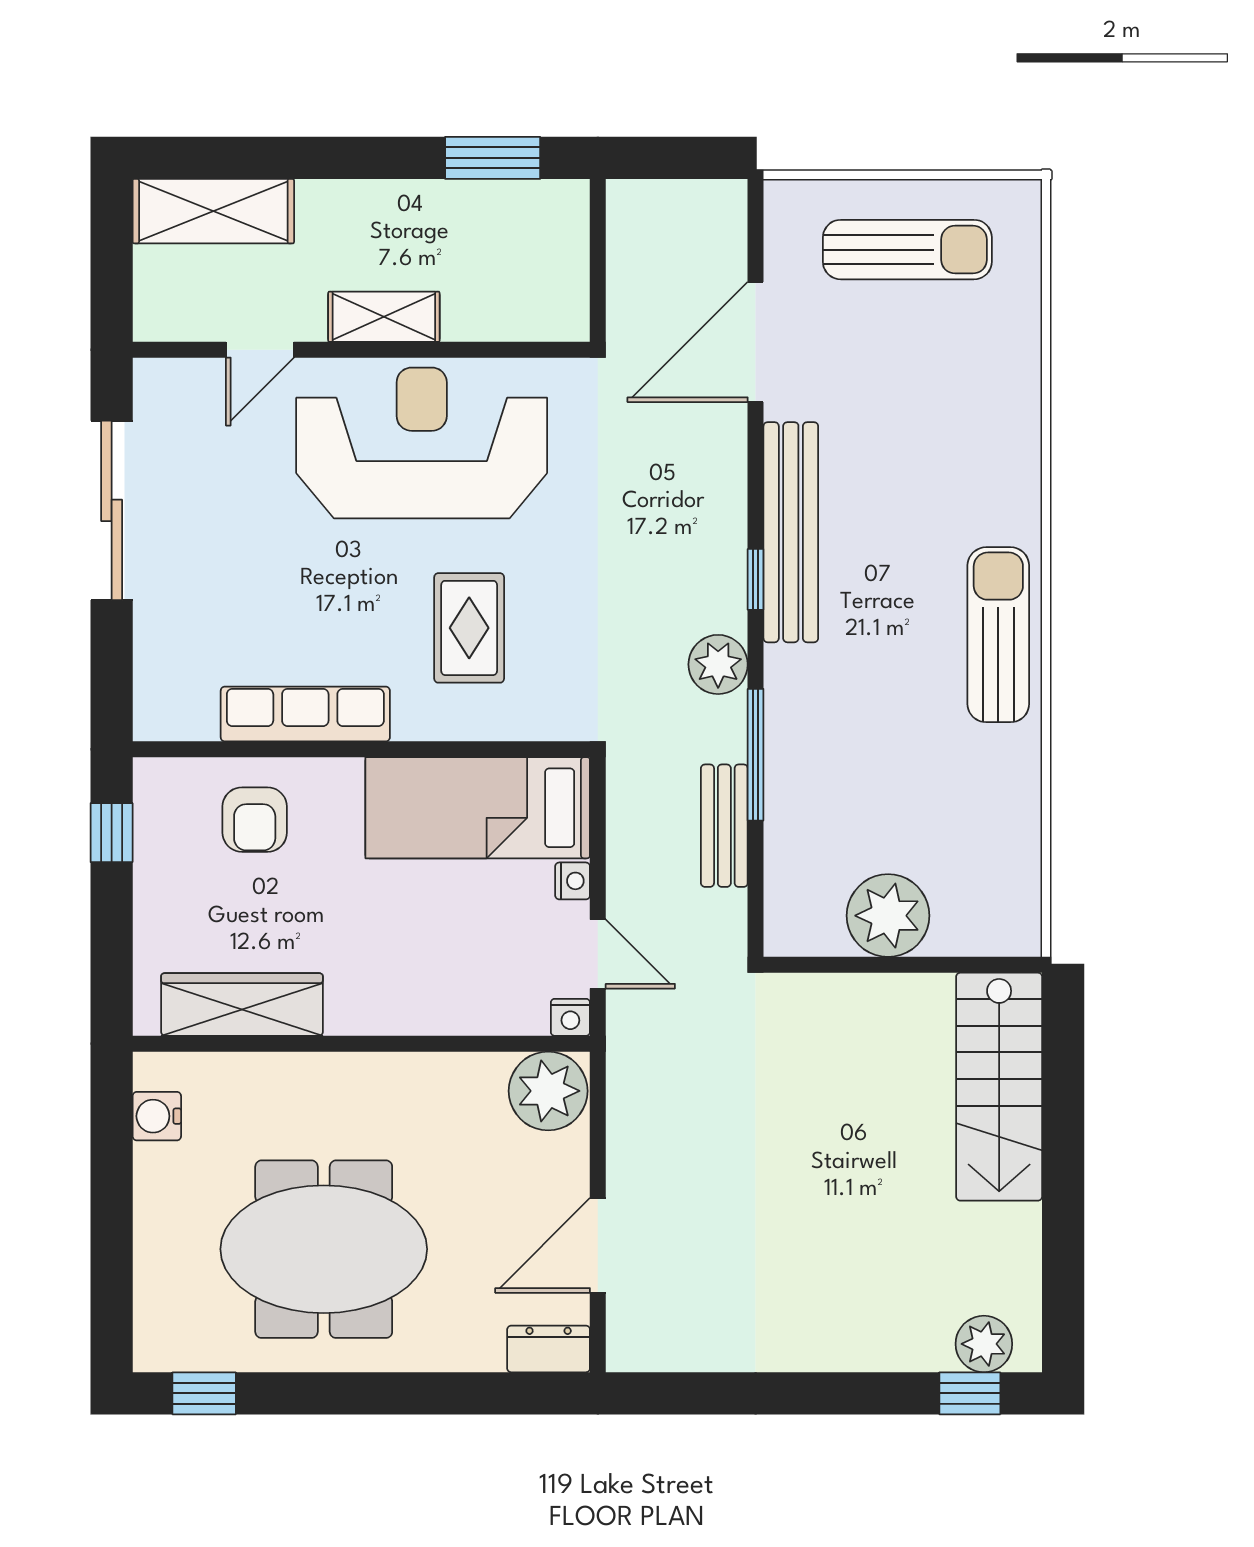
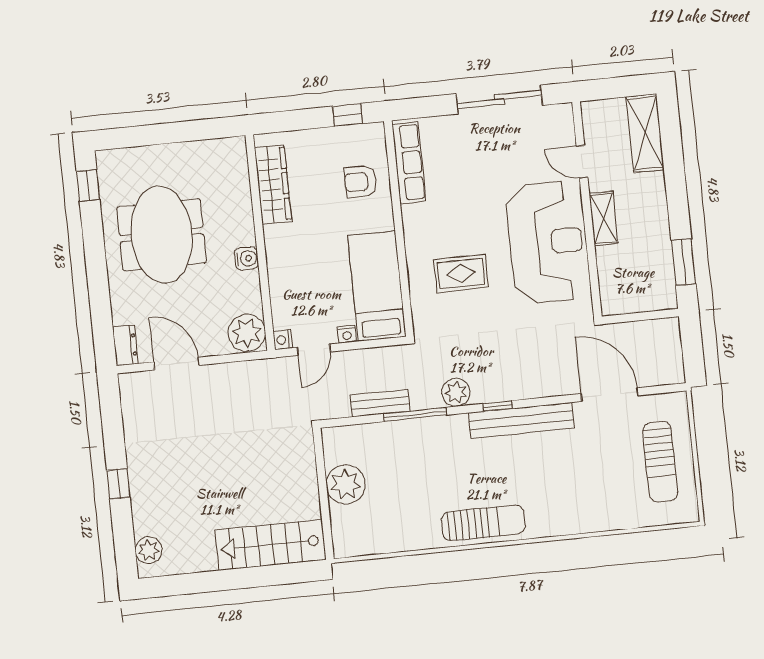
row of seats: (305, 714) -> (409, 163), moved
water cooler: (157, 1116) -> (247, 259), moved, turned 90
window: (970, 1393) -> (118, 484), moved

